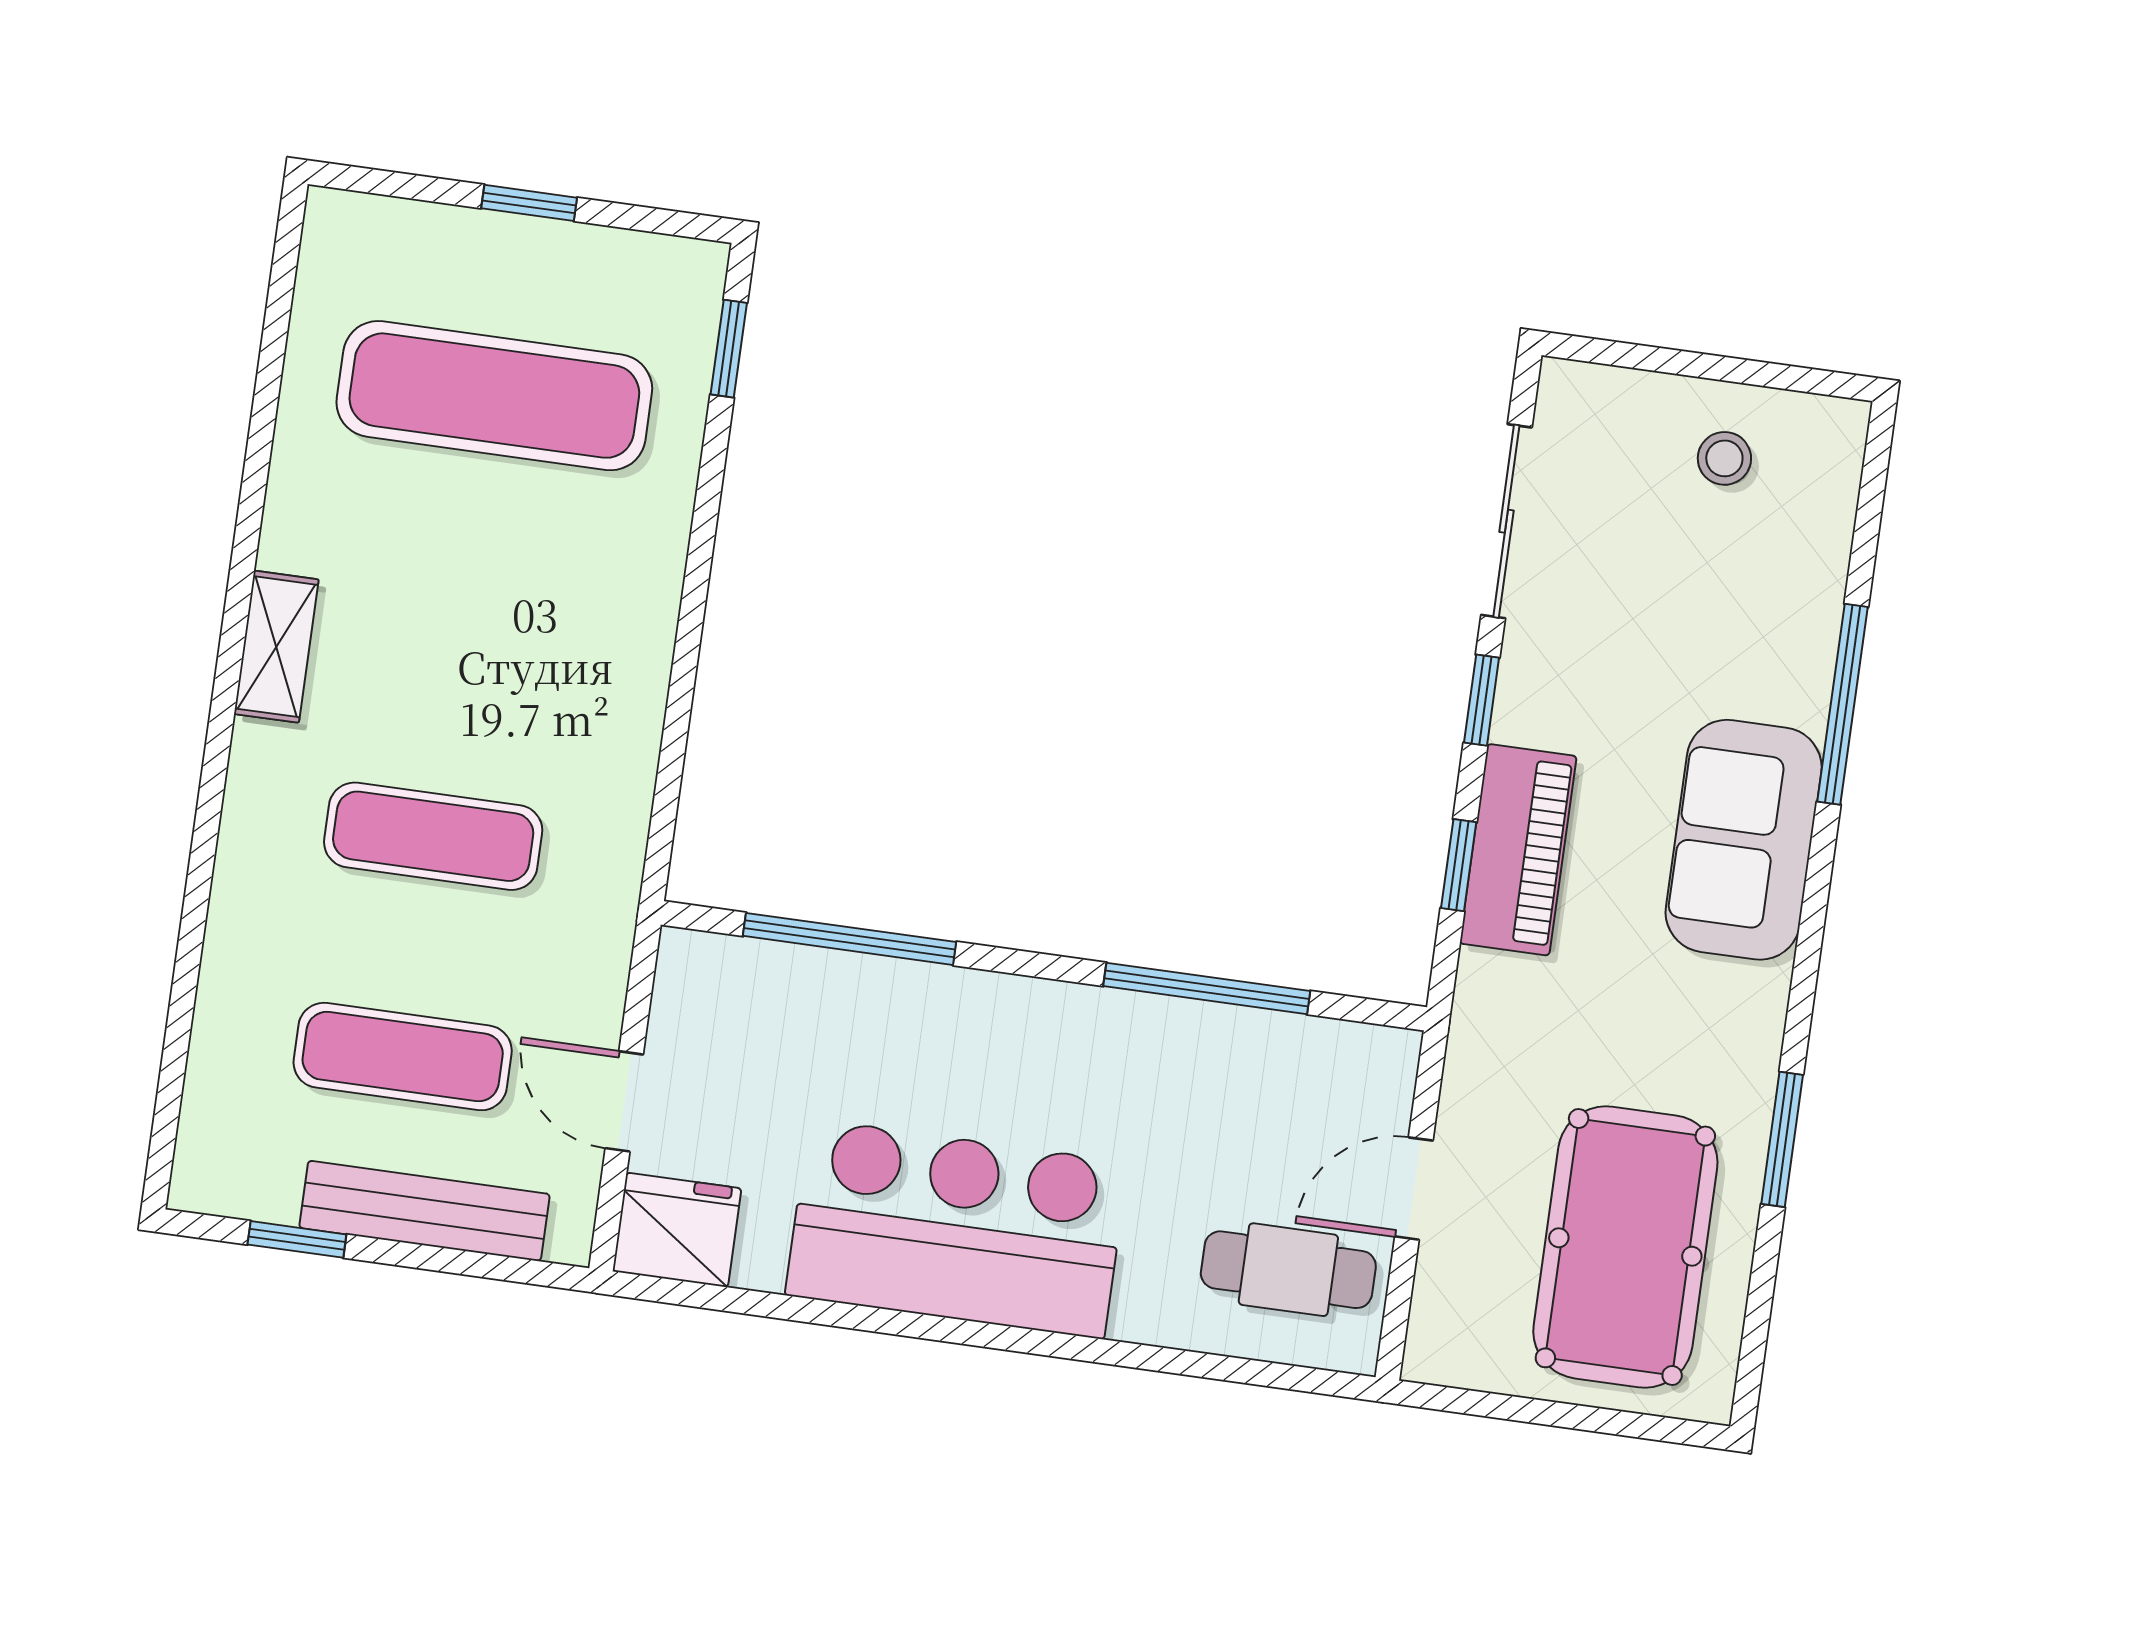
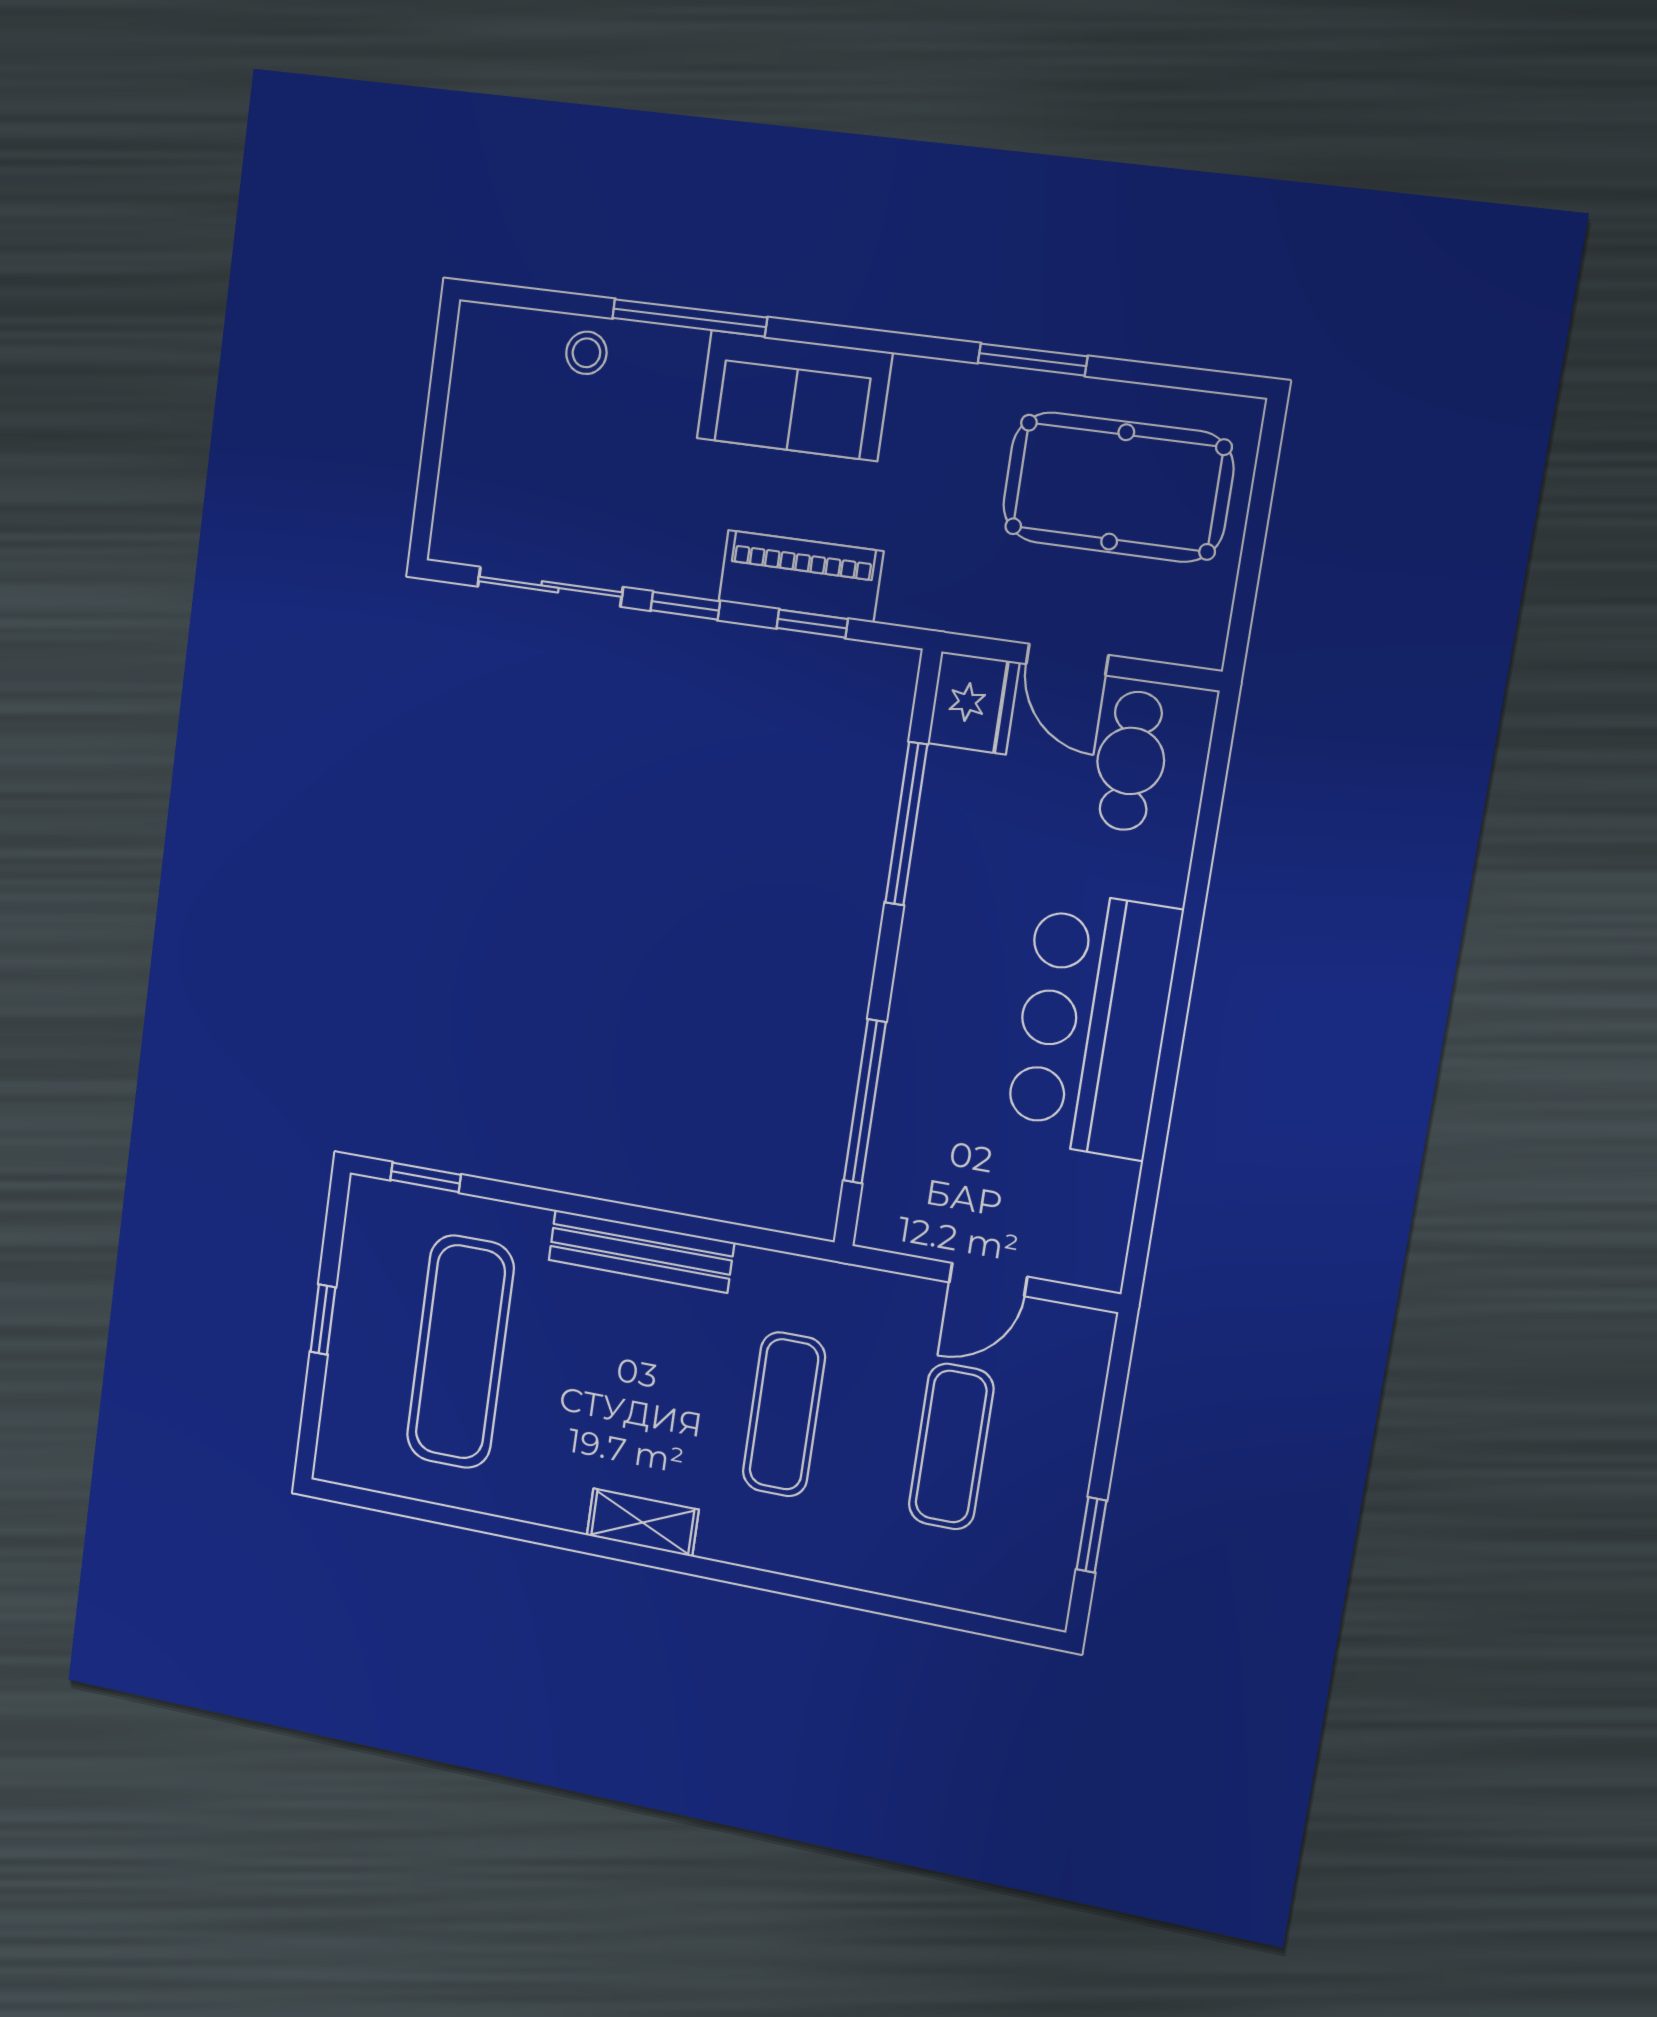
stool: (1724, 458) -> (586, 353), moved
bench: (424, 1211) -> (641, 1251), moved, turned 90
fridge: (677, 1230) -> (974, 703), moved, turned 180

